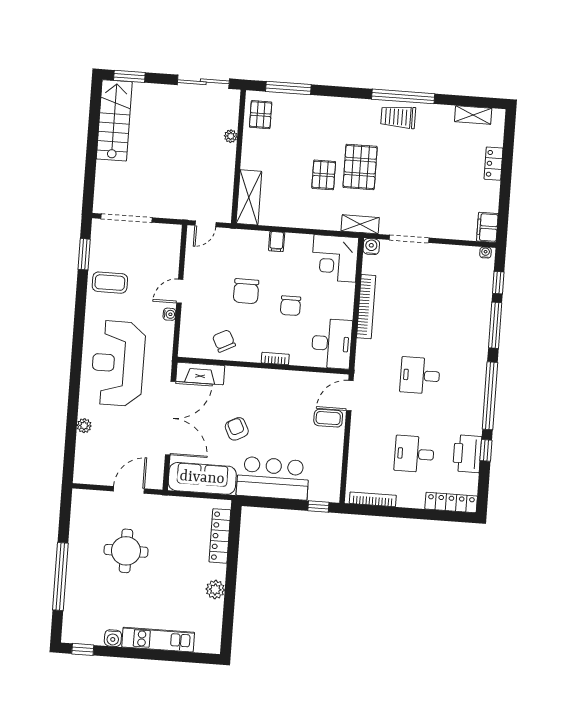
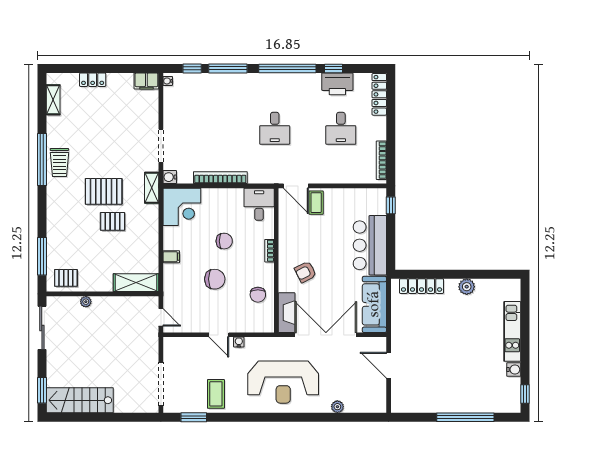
chair: (224, 341) -> (258, 295), turned -63
desk: (332, 344) -> (259, 204), width x0.73
armchair: (237, 429) -> (305, 272), moved
round table: (126, 551) -> (440, 364), removed

